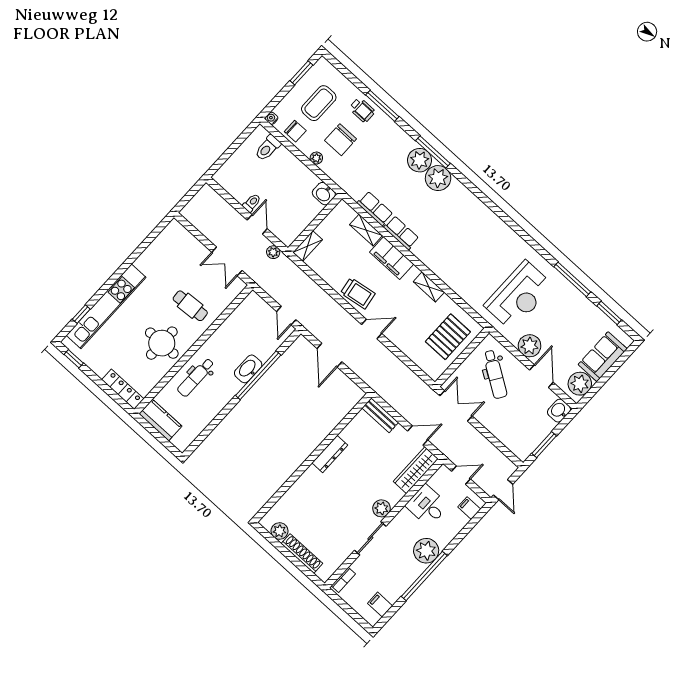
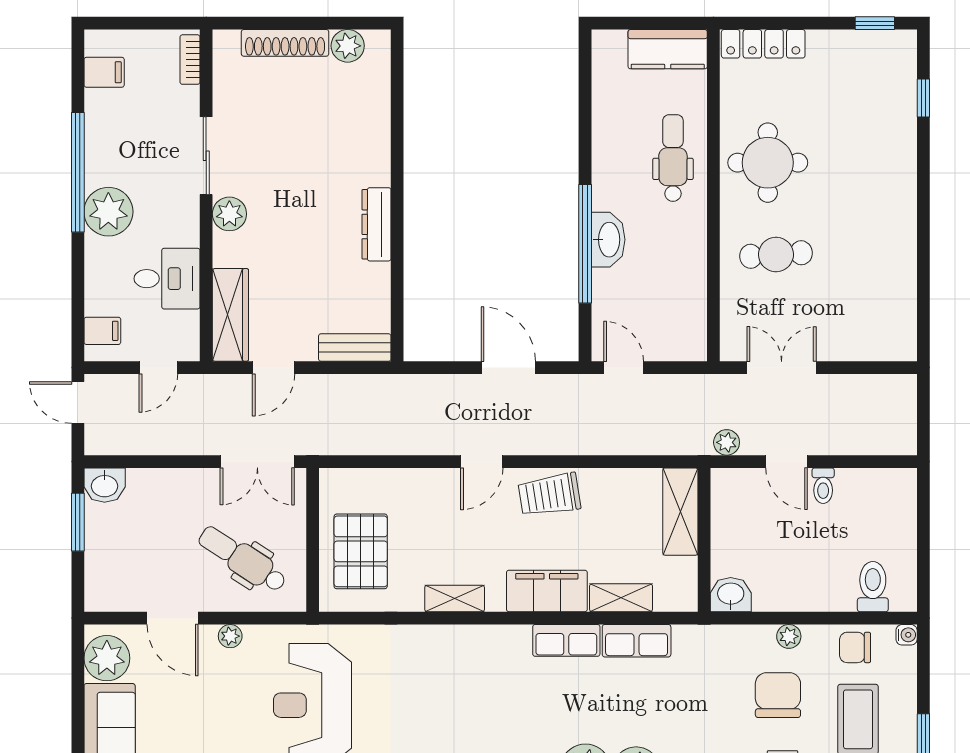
shelving: (308, 246) -> (680, 512), width x1.50, depth x1.33
kitchen unit: (106, 306) -> (897, 142), removed
plant: (530, 346) -> (230, 636), width x0.53, depth x0.53
washbasin: (559, 411) -> (105, 485), moved, turned 90

